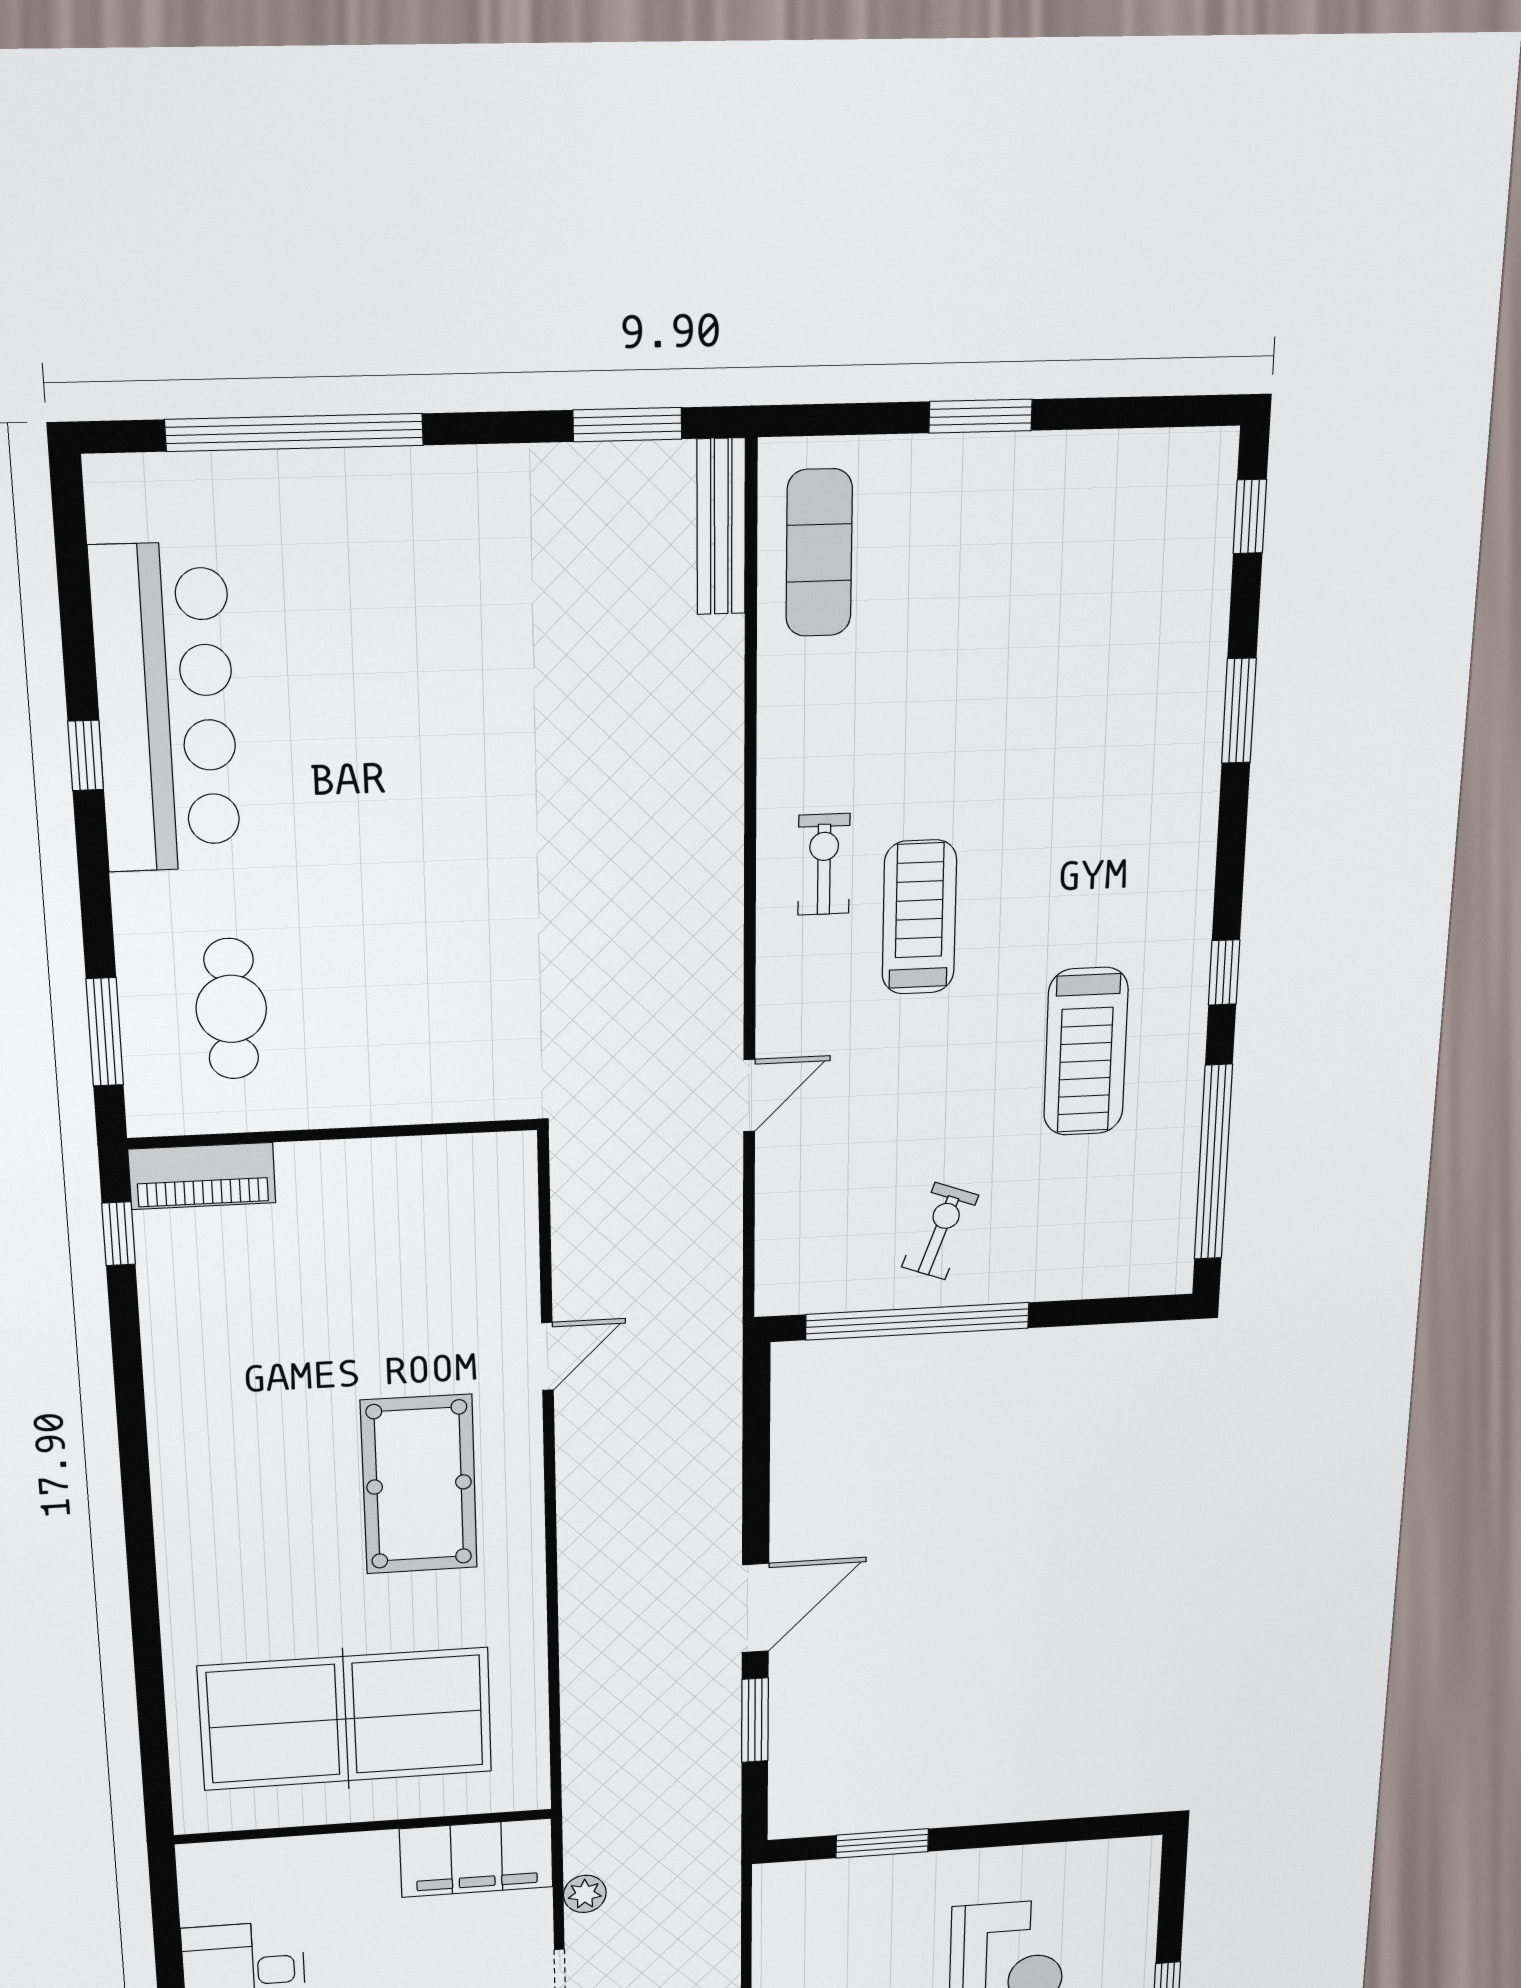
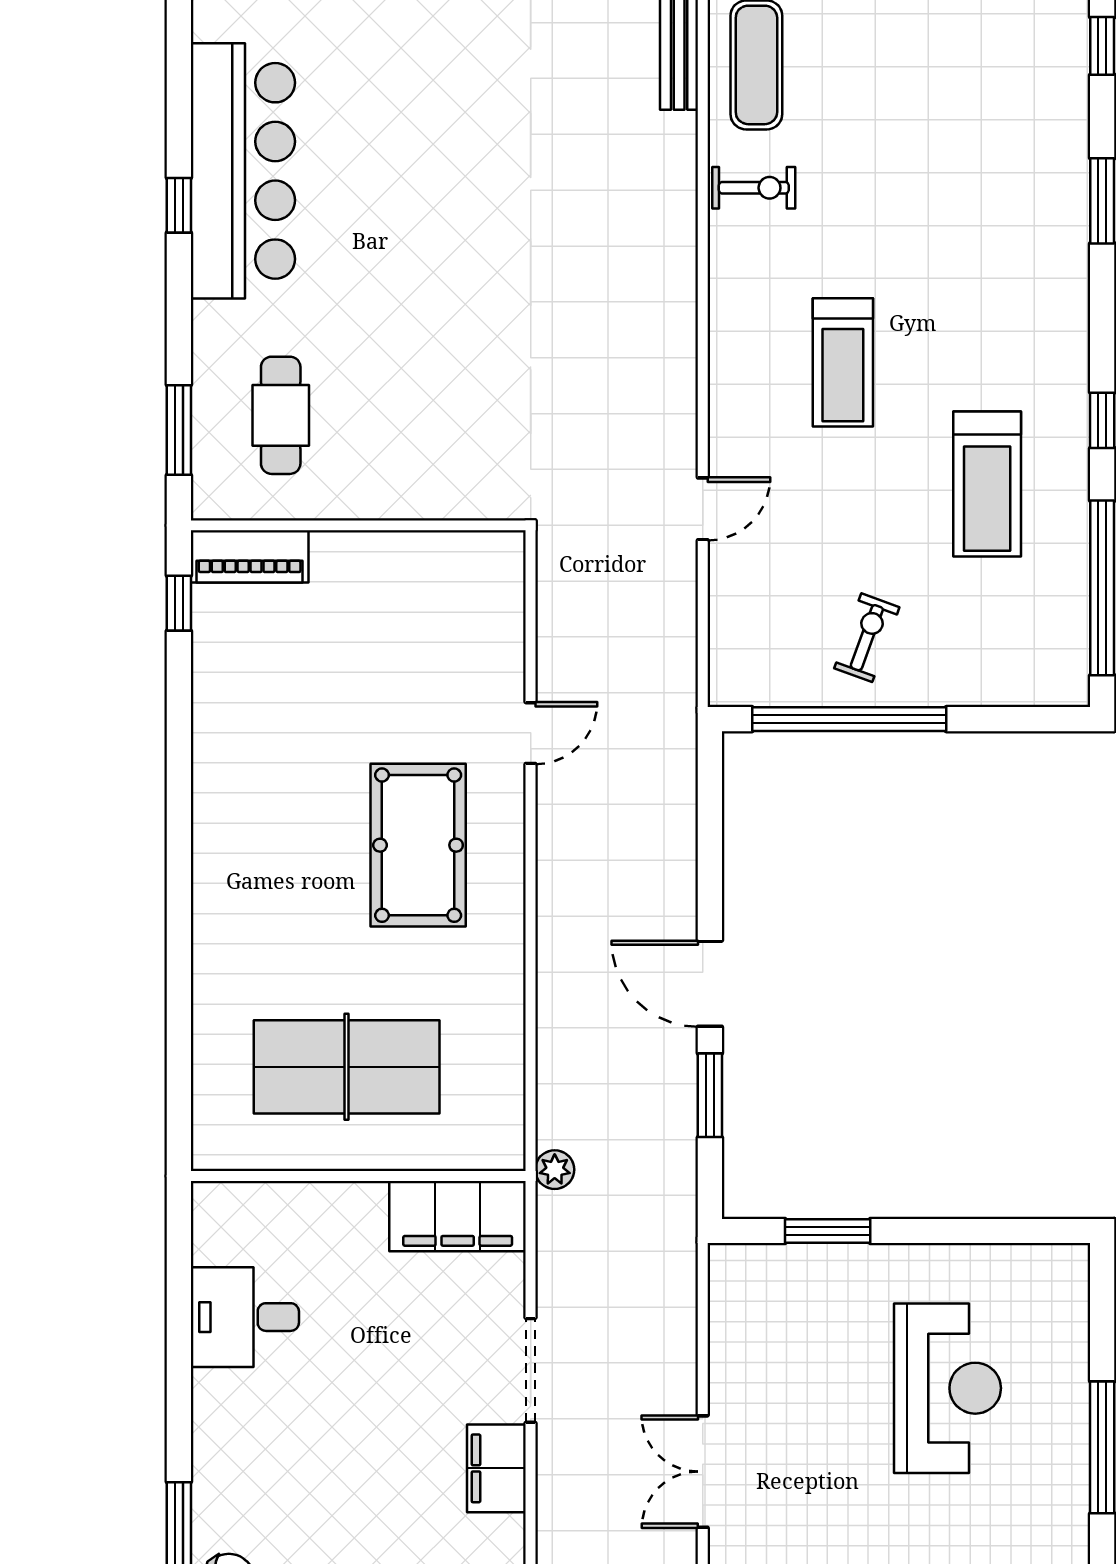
exercise bike: (824, 864) -> (754, 188), moved, turned 90
treadmill: (919, 917) -> (843, 362), turned 180
door: (756, 1608) -> (710, 984), swing flipped
table tennis table: (346, 1719) -> (347, 1067), width x0.73, depth x0.76
plant: (585, 1894) -> (555, 1170), moved

